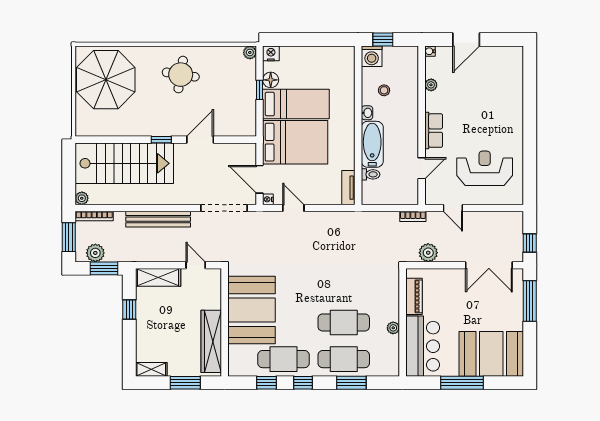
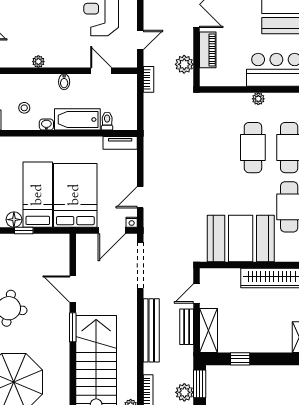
plant: (431, 85) -> (38, 62), moved
bidet: (410, 131) -> (64, 82), added
row of seats: (434, 131) -> (64, 59), removed
window: (161, 140) -> (73, 327), width x1.50
bench: (162, 255) -> (187, 327), added
piano: (414, 296) -> (208, 50), moved, turned 90

